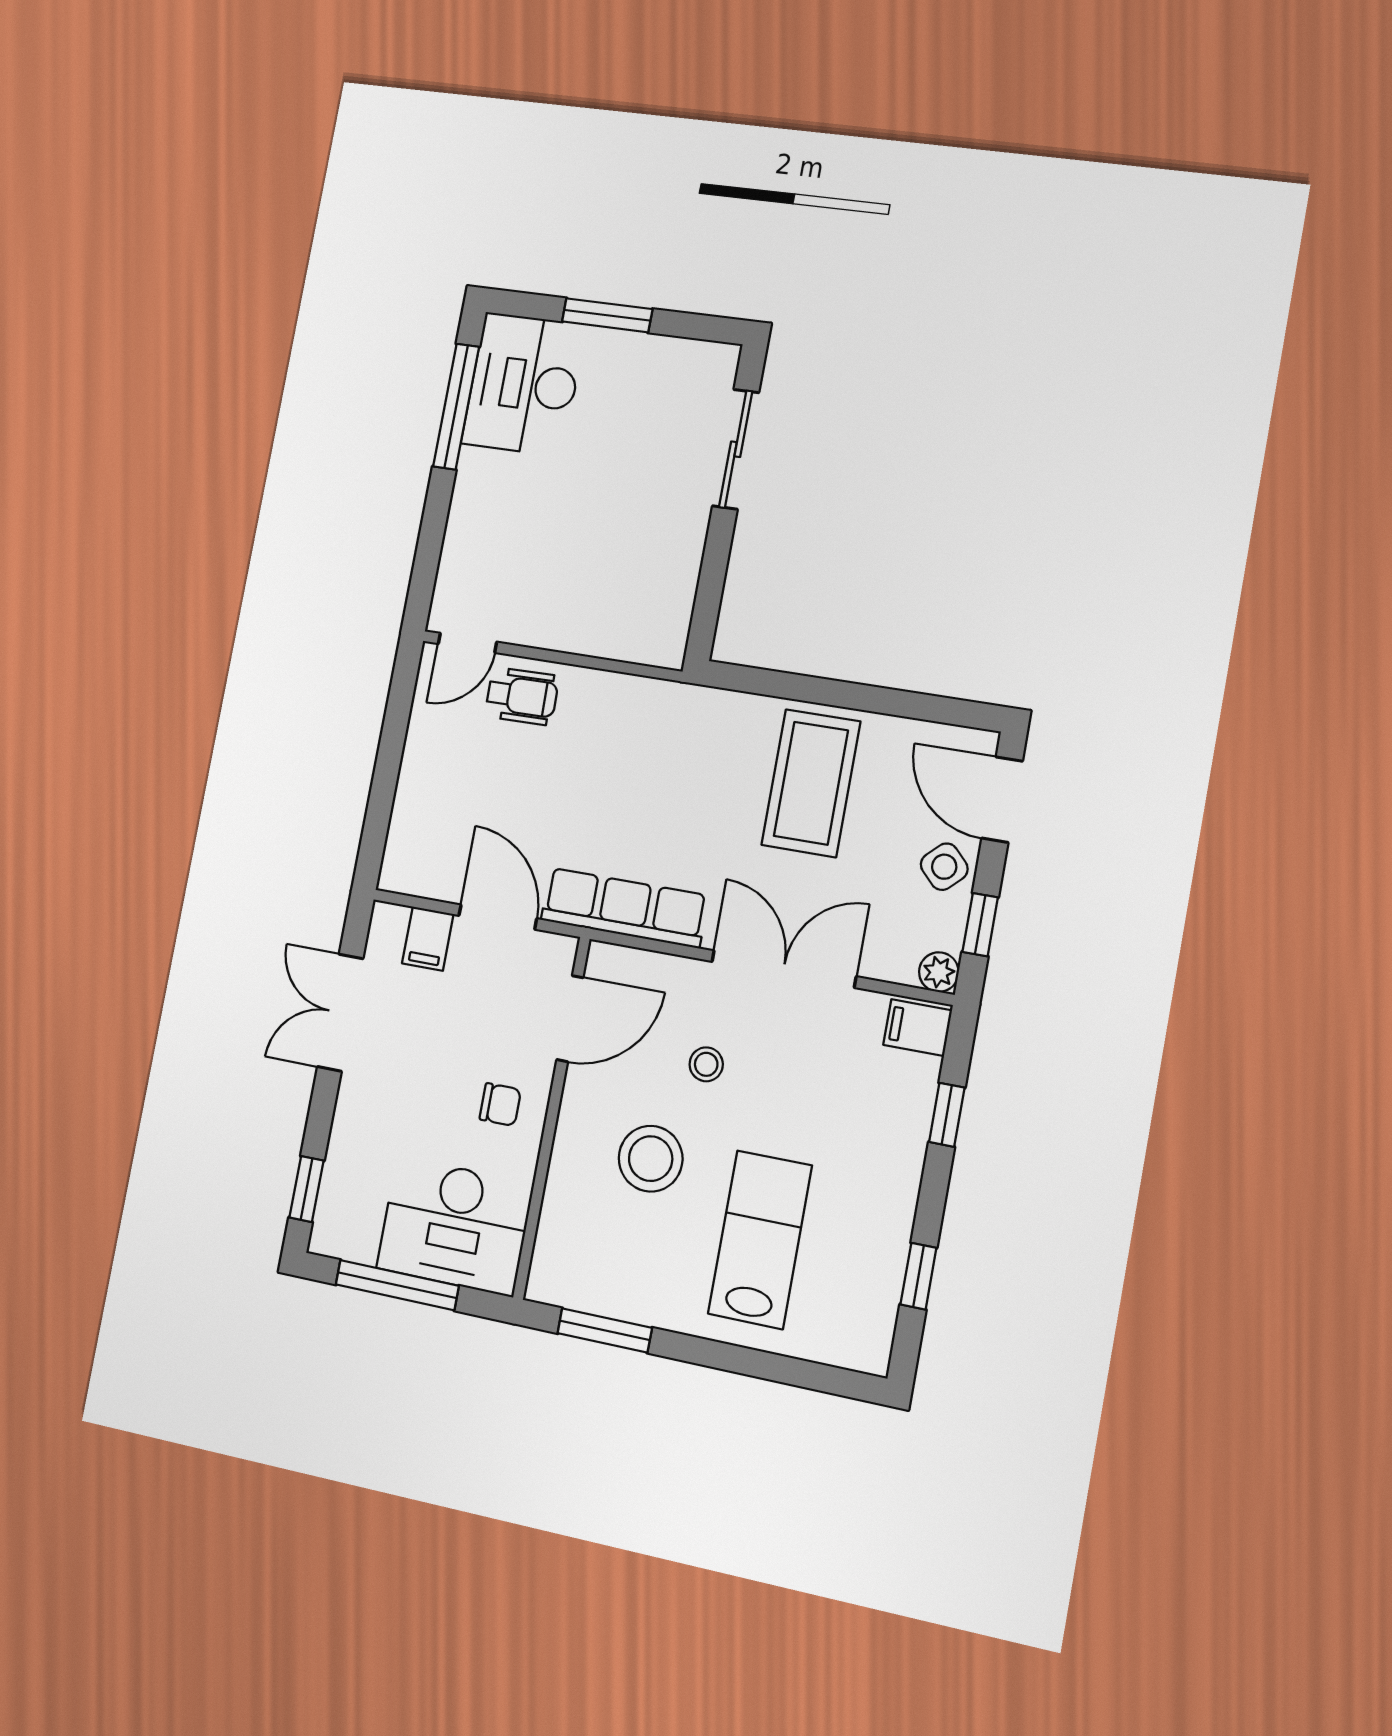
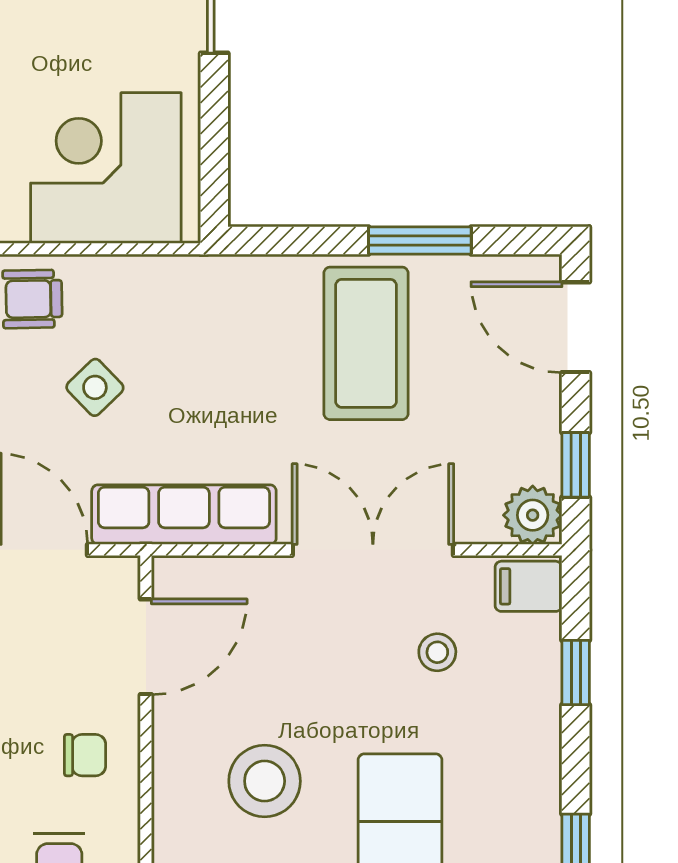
corner desk: (614, 594) -> (106, 168), added
window: (875, 699) -> (420, 241), added
side table: (944, 867) -> (95, 387), moved
plant: (939, 972) -> (533, 515), width x1.38, depth x1.38
stool: (706, 1064) -> (437, 652), moved

